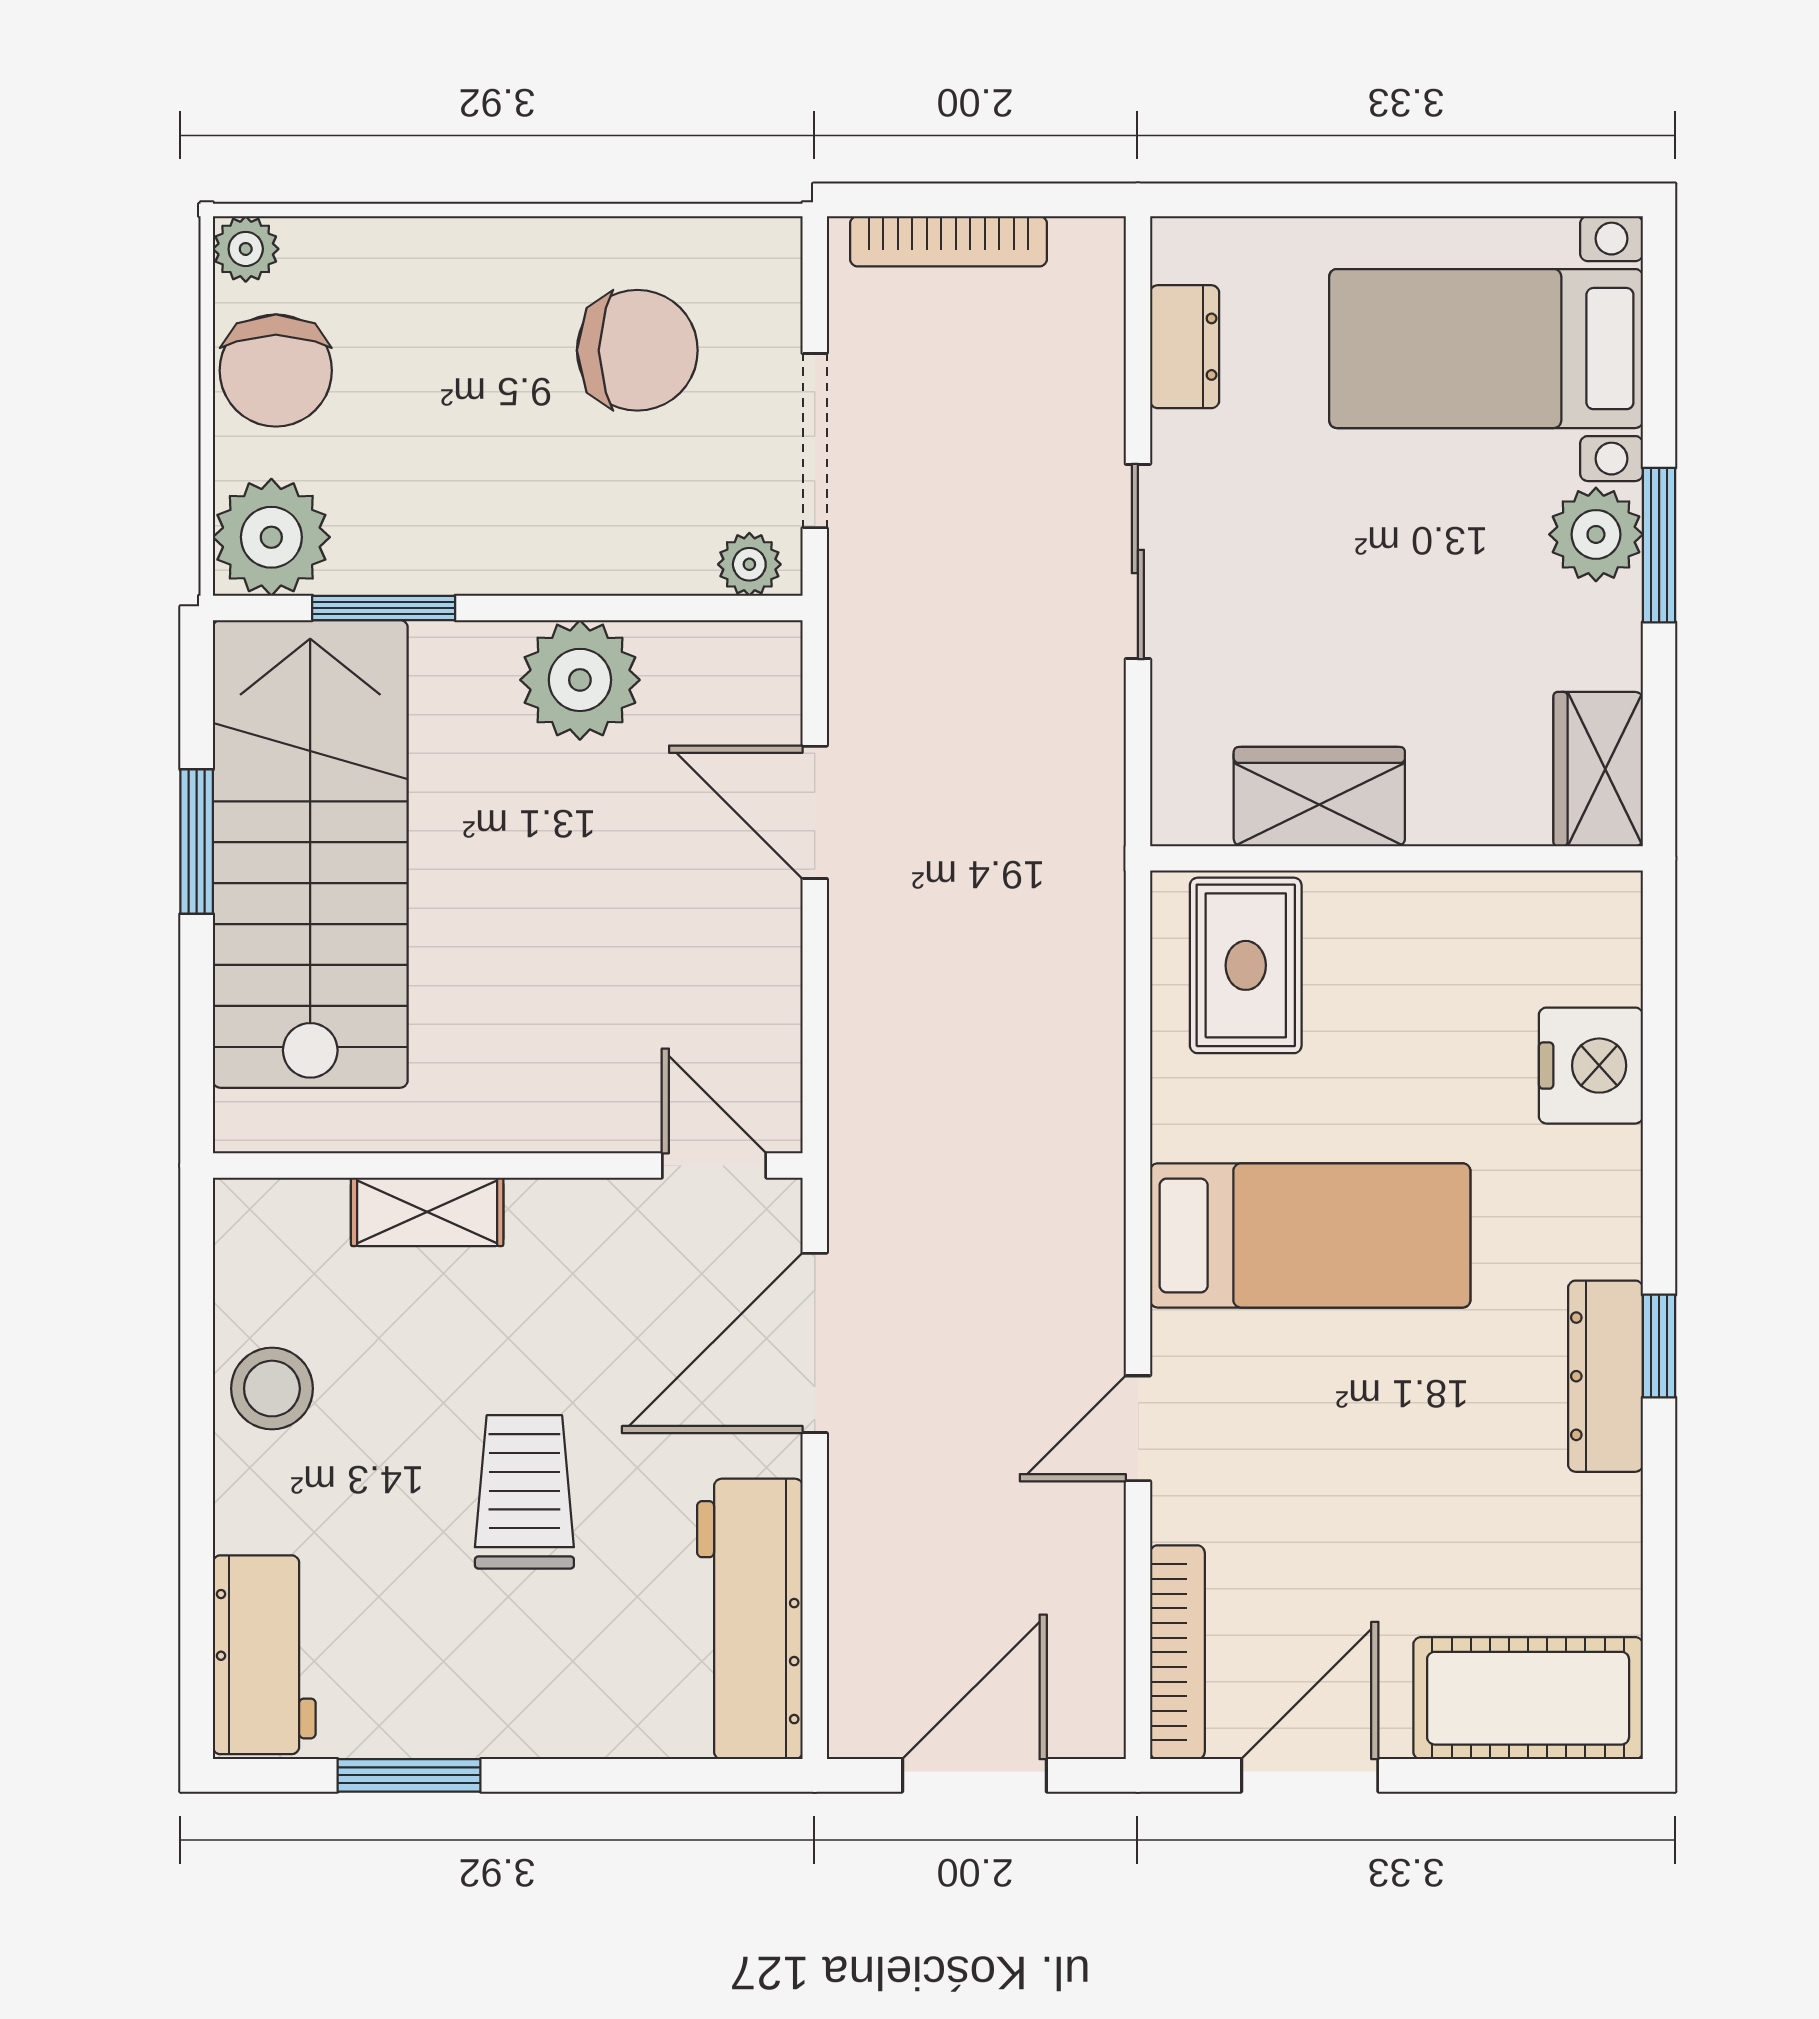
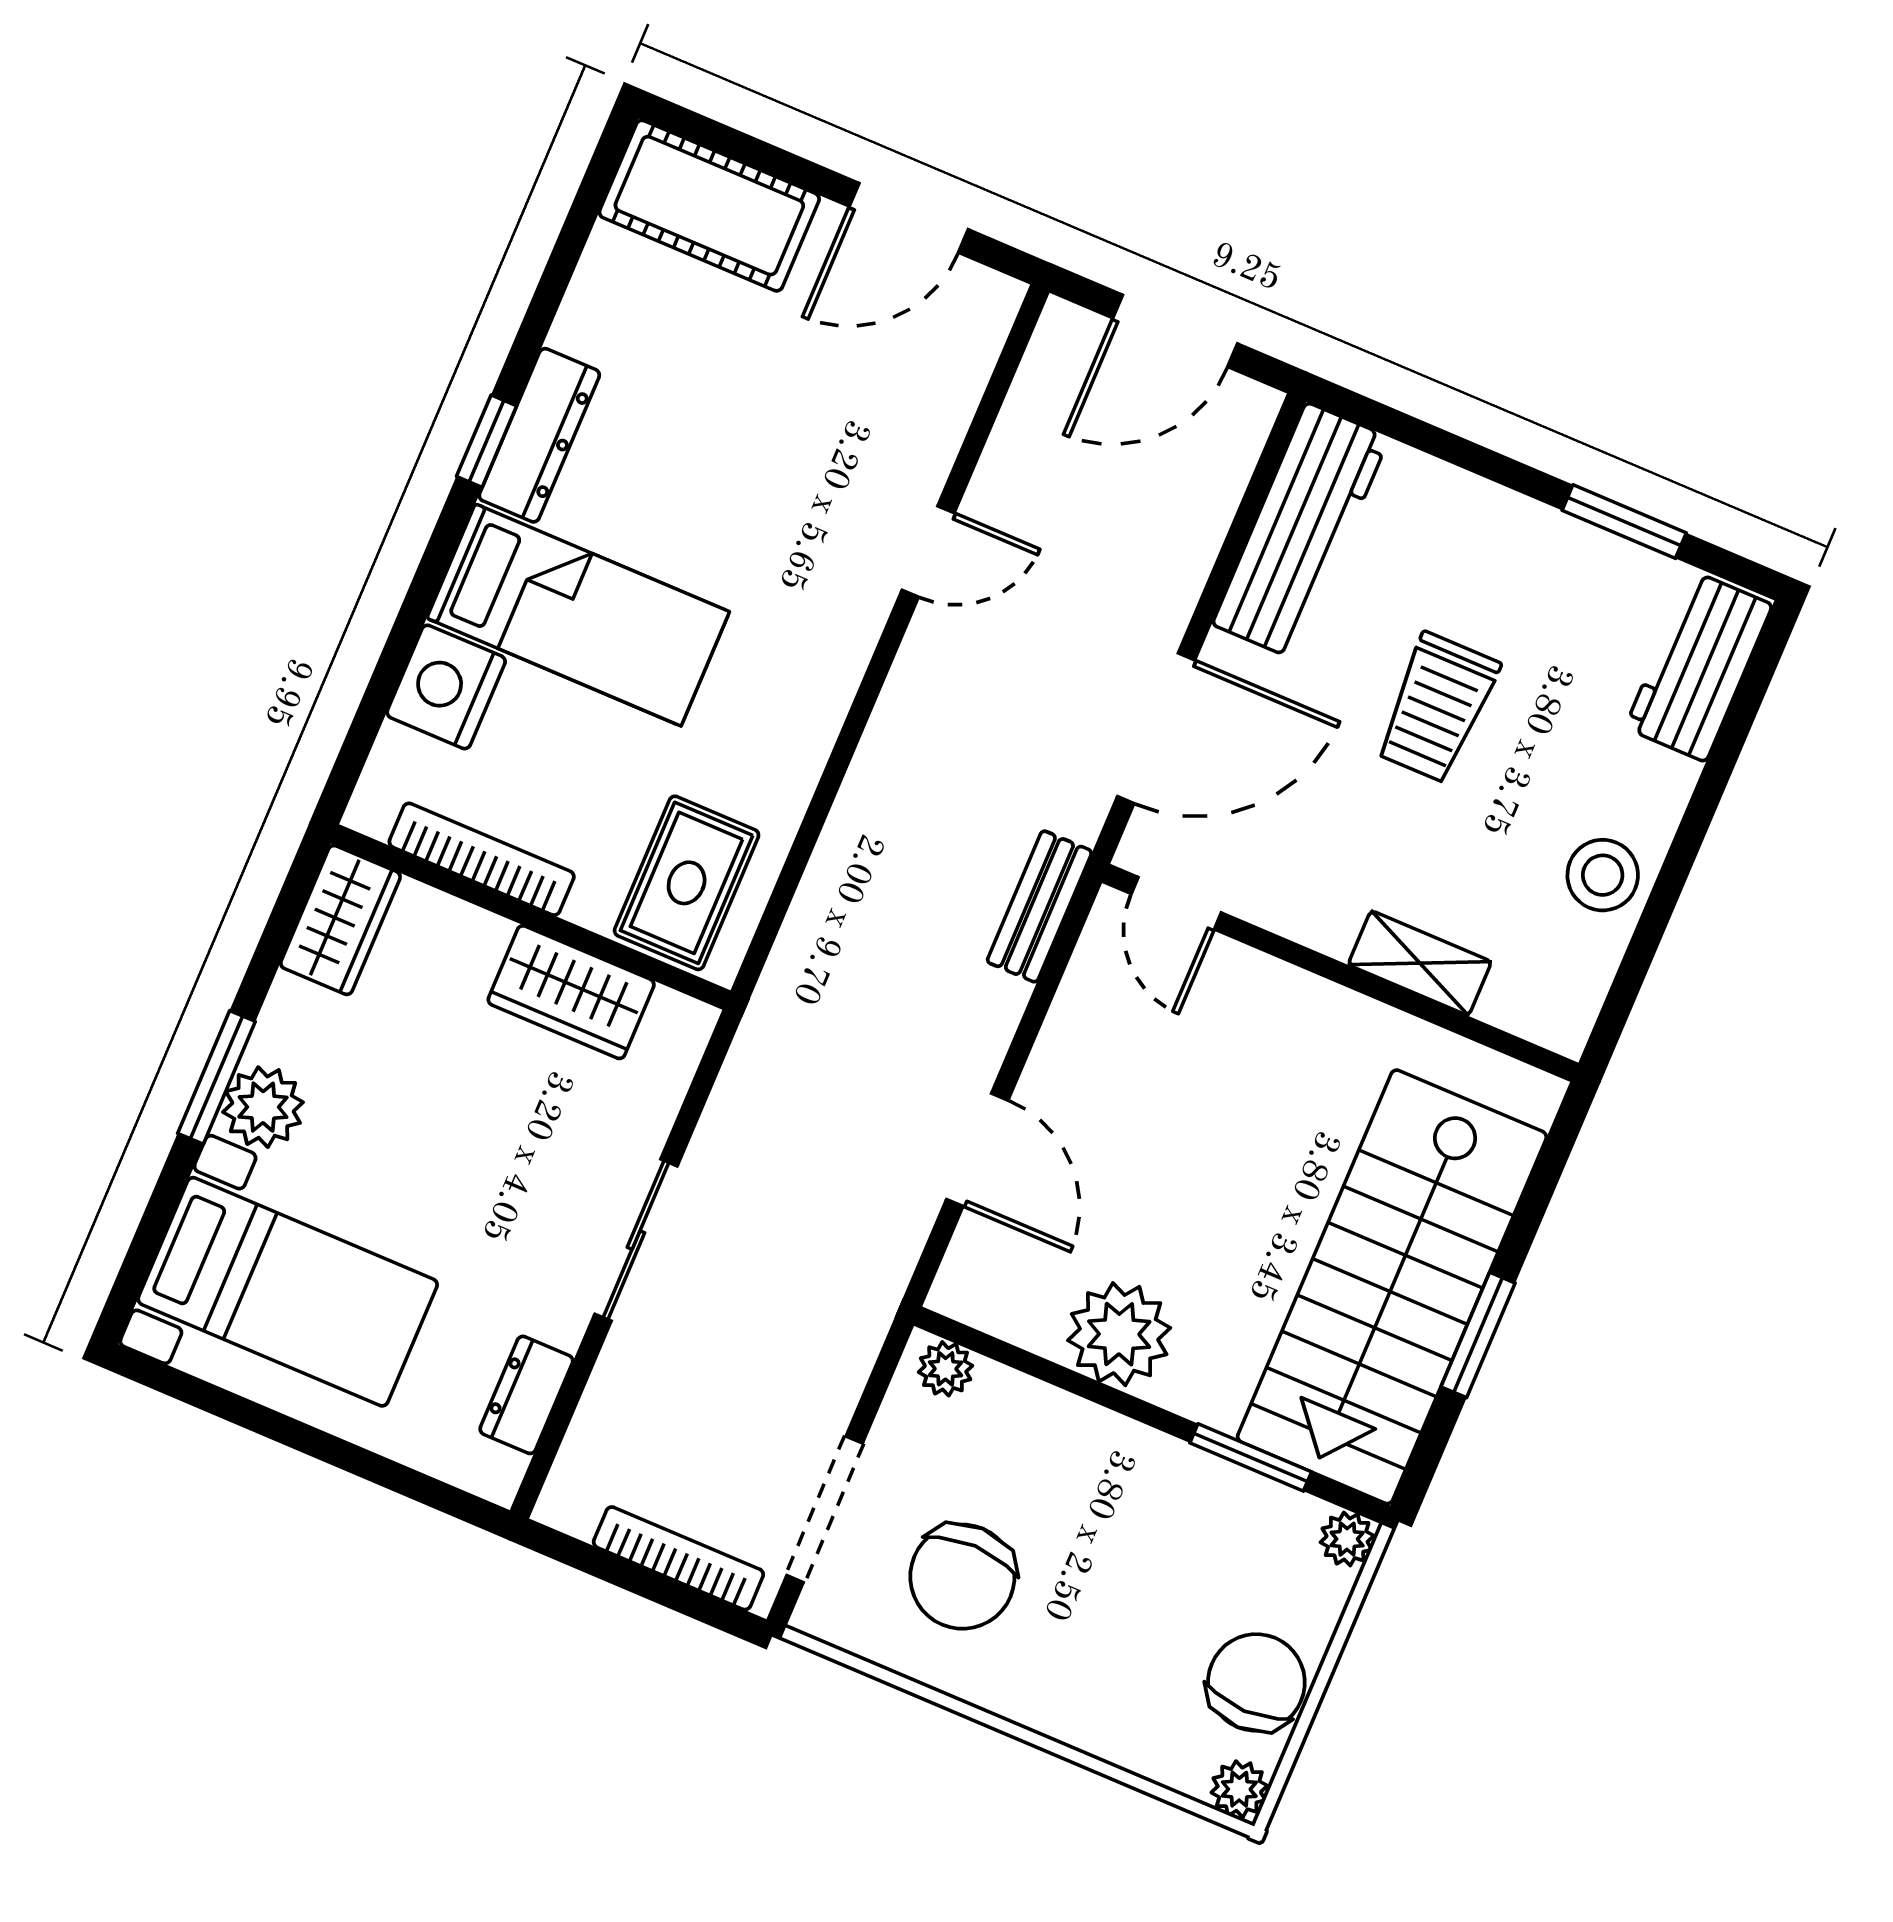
chair: (637, 350) -> (962, 1577), turned -90
doorway: (815, 441) -> (825, 1509), moved
plant: (271, 537) -> (1347, 1539), width x0.53, depth x0.53
bench: (859, 1100) -> (1039, 906), added
bed: (1310, 1235) -> (578, 615), moved, turned 180
bookcase: (1177, 1652) -> (482, 859), moved, turned 90

